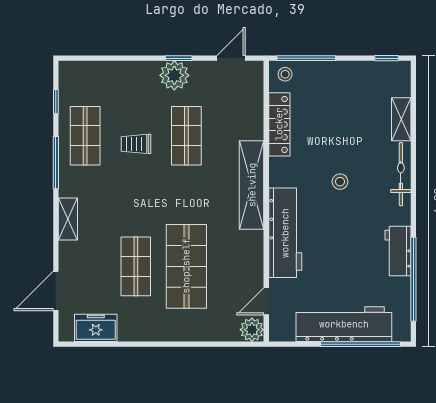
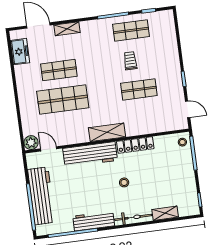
plant: (174, 75) -> (173, 78), removed
locker: (279, 124) -> (135, 145), moved
shelving: (252, 185) -> (107, 132), width x0.68
shelving: (68, 219) -> (67, 29), moved
workbench: (398, 251) -> (94, 221), width x1.38

